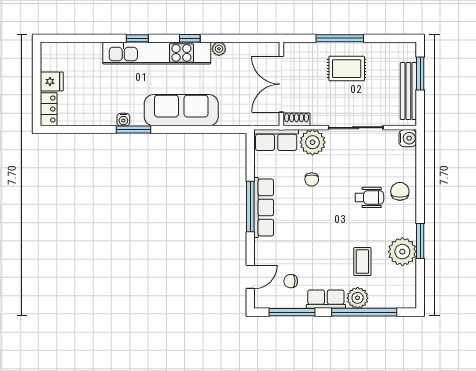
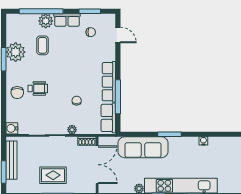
sofa: (181, 110) -> (143, 147), moved
window: (134, 129) -> (170, 134), moved
row of seats: (276, 140) -> (108, 118), moved, turned -90
plant: (313, 142) -> (72, 130), width x0.53, depth x0.53
wheelchair: (369, 197) -> (38, 88), turned 180
window: (250, 206) -> (118, 97), moved
door: (250, 277) -> (118, 35), swing flipped
window: (292, 312) -> (90, 11), width x0.69

